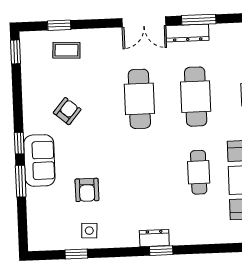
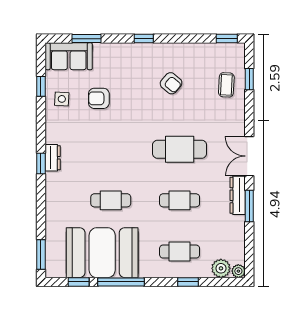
cafe table: (196, 97) -> (180, 200), width x0.73, depth x0.74
sofa: (39, 160) -> (69, 56), moved
window: (21, 181) -> (86, 39), moved

